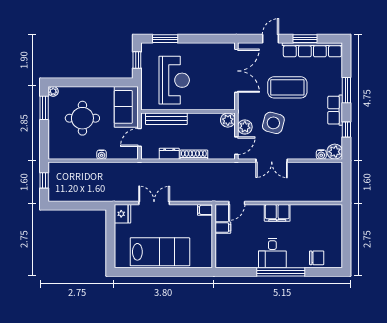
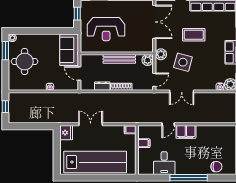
reception desk: (174, 80) -> (106, 29), turned 90
coffee table: (287, 87) -> (194, 35), width x0.73, depth x0.76
round table: (82, 118) -> (25, 62), moved
bench: (166, 119) -> (119, 59), moved
plant: (245, 127) -> (161, 54), moved
door: (140, 137) -> (79, 73), hinge flipped
door: (237, 203) -> (168, 124), moved
lab bench: (160, 252) -> (95, 162), width x1.36
desk: (272, 253) -> (164, 163), moved

